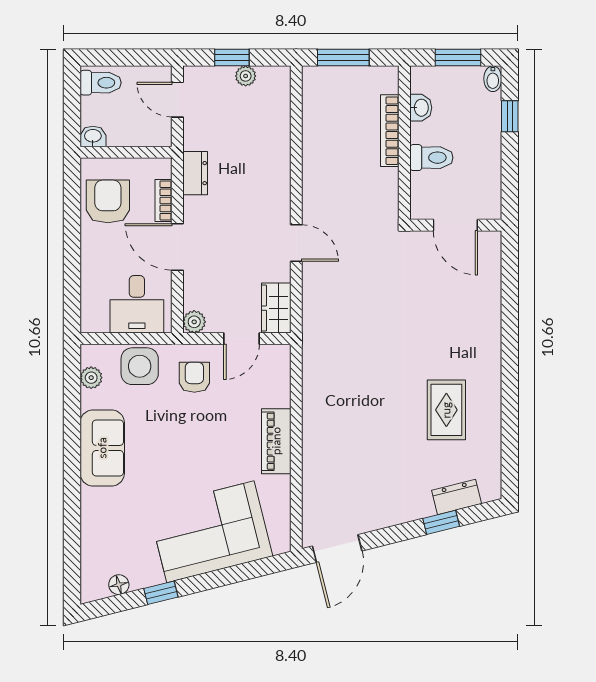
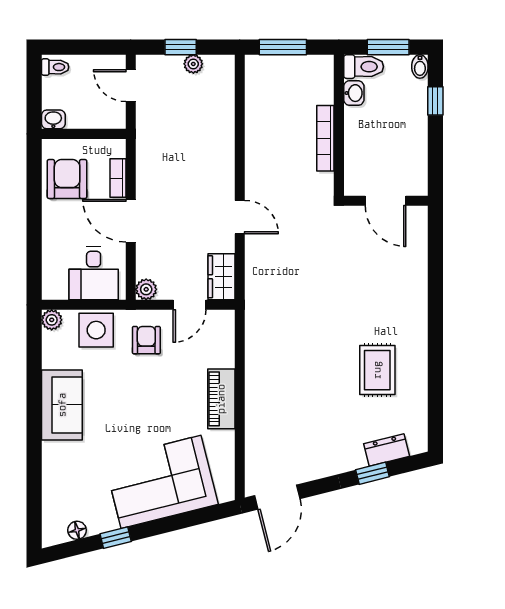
toilet: (101, 83) -> (55, 67), width x0.73, depth x0.72
bookcase: (390, 131) -> (325, 138), moved
toilet: (431, 158) -> (364, 67), moved
dresser: (195, 173) -> (147, 153), removed
plant: (91, 378) -> (52, 320), moved

